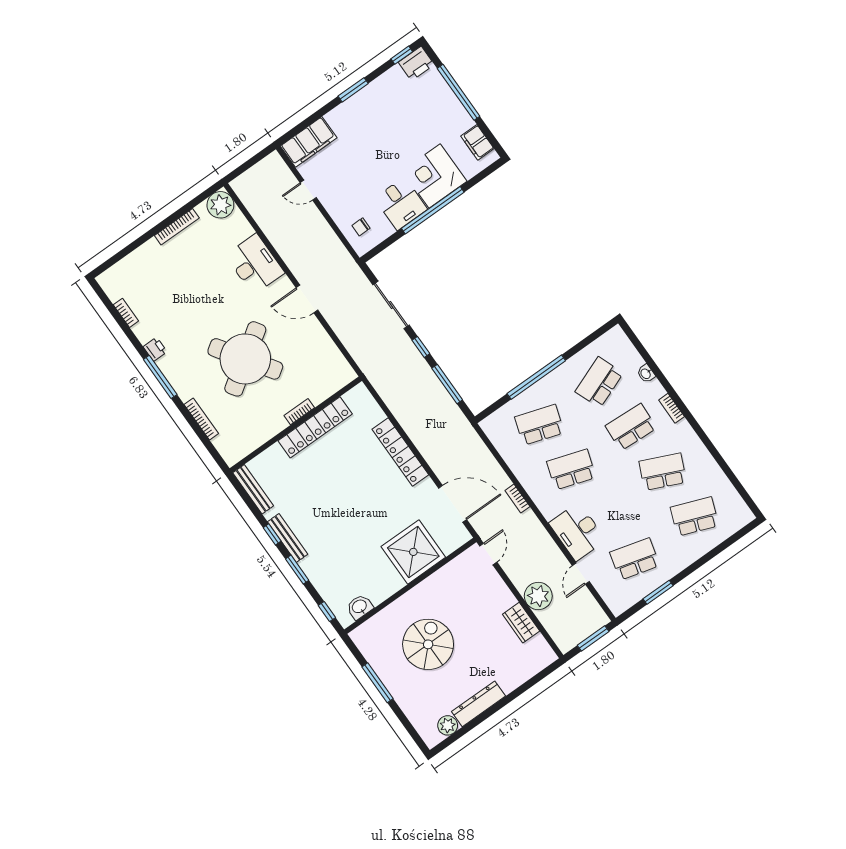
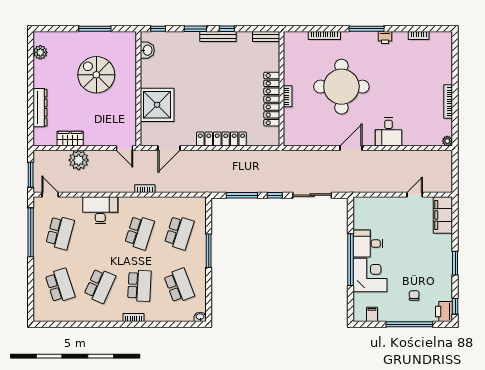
filing cabinet: (477, 142) -> (372, 314), width x0.50
plant: (220, 205) -> (447, 141), width x0.53, depth x0.53
chair: (361, 227) -> (414, 295), moved
desk: (255, 264) -> (389, 132), width x0.73
round table: (245, 359) -> (341, 87), turned 34
washbasin: (646, 374) -> (200, 317), moved
window: (536, 377) -> (209, 251), width x0.68
bench: (253, 489) -> (266, 37), width x0.73
door: (453, 504) -> (169, 148), width x0.73
school desk: (694, 516) -> (60, 286), turned -39
door: (581, 574) -> (50, 195), moved
window: (658, 592) -> (31, 232), width x2.11
spiral stairs: (428, 644) -> (96, 75), turned 180
dresser: (479, 704) -> (40, 108), moved

